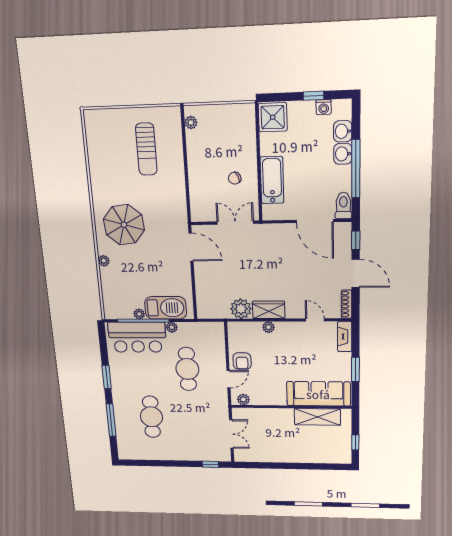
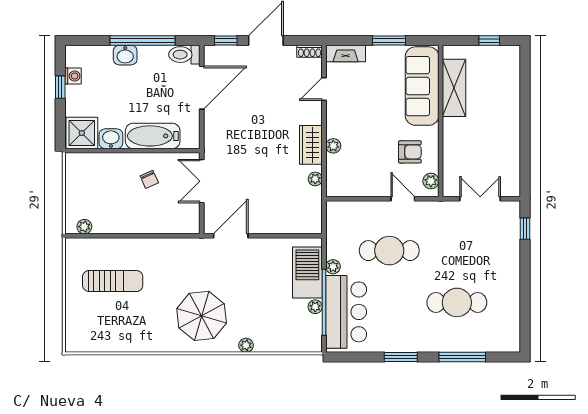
washbasin: (343, 131) -> (111, 139), moved, turned 180
shoe rack: (346, 304) -> (310, 51), width x0.70
plant: (241, 309) -> (315, 179), width x0.53, depth x0.53
armchair: (242, 361) -> (410, 152), moved

